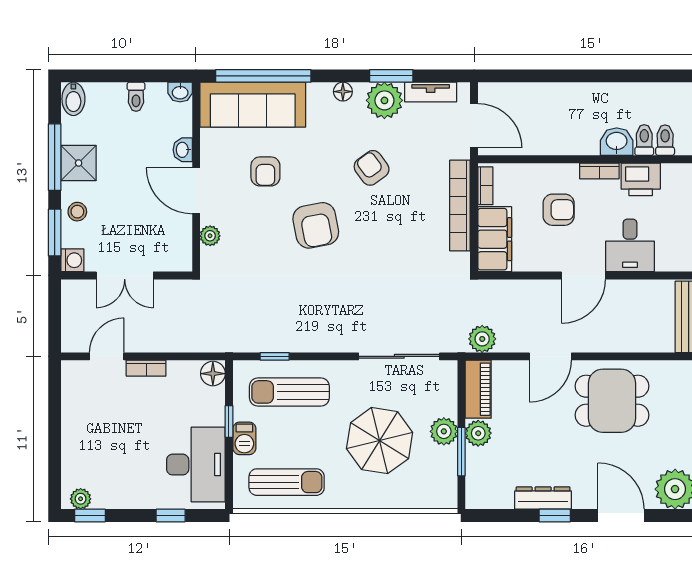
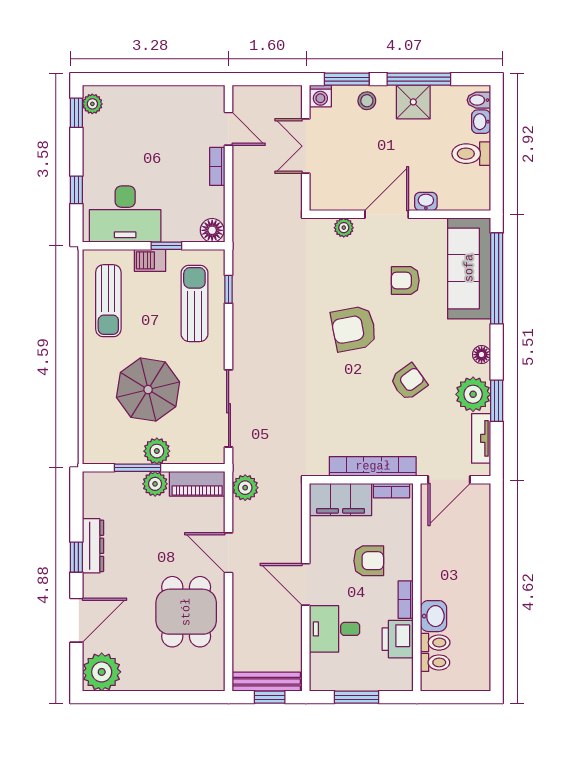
washbasin: (180, 92) -> (481, 122), moved
toilet: (136, 97) -> (471, 154), width x1.37, depth x1.39
bidet: (73, 99) -> (479, 100), width x0.72, depth x0.74
armchair: (559, 210) -> (369, 561), turned -90

